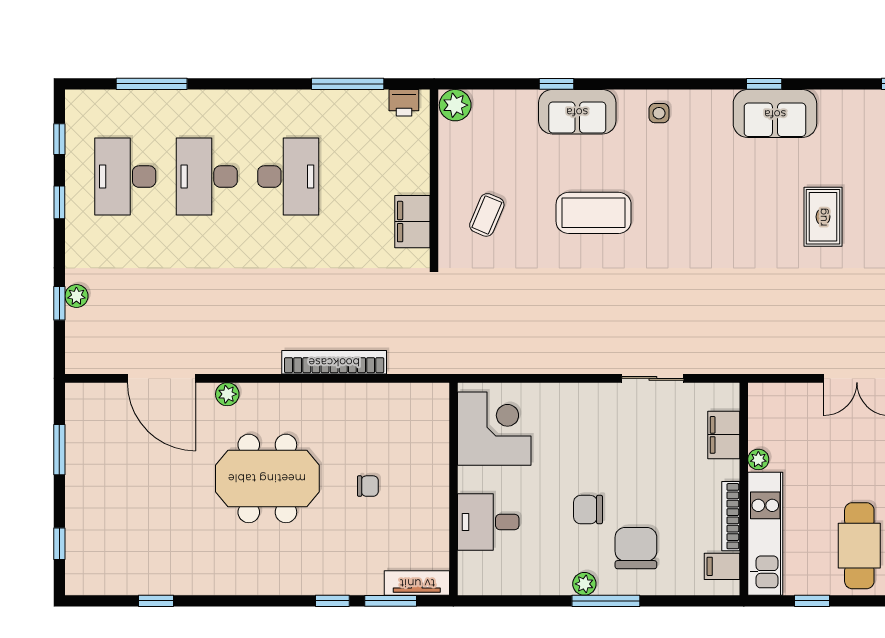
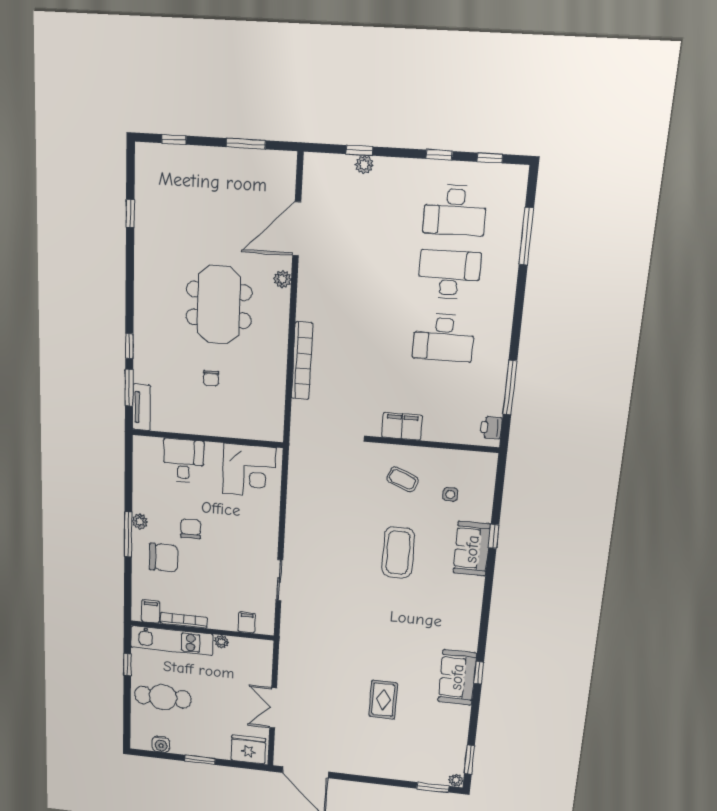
plant: (455, 105) -> (485, 464), removed
side table: (659, 113) -> (450, 494), moved
desk: (125, 177) -> (455, 210), turned 180
rug: (823, 217) -> (383, 700), turned 90
filing cabinet: (724, 435) -> (247, 622), width x0.50

